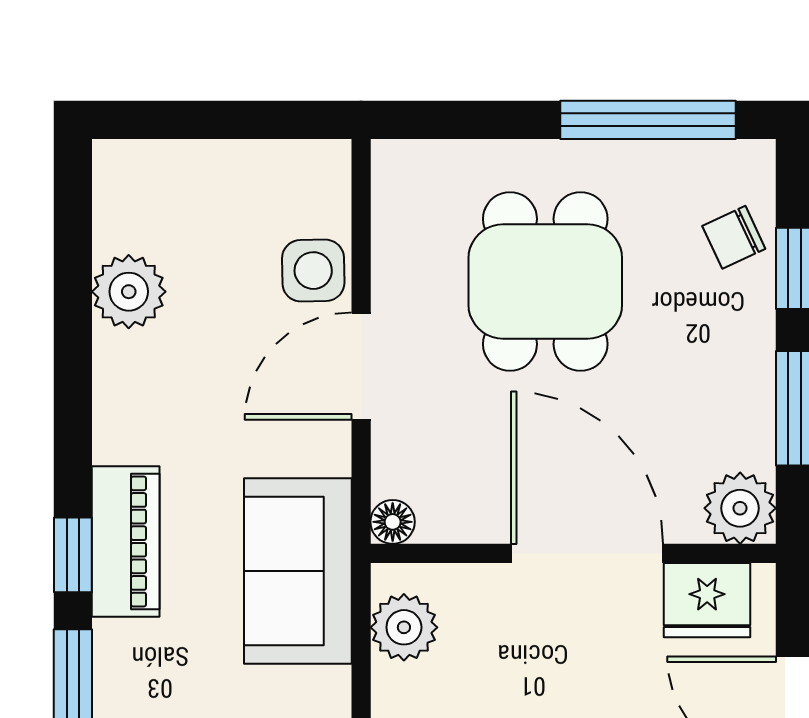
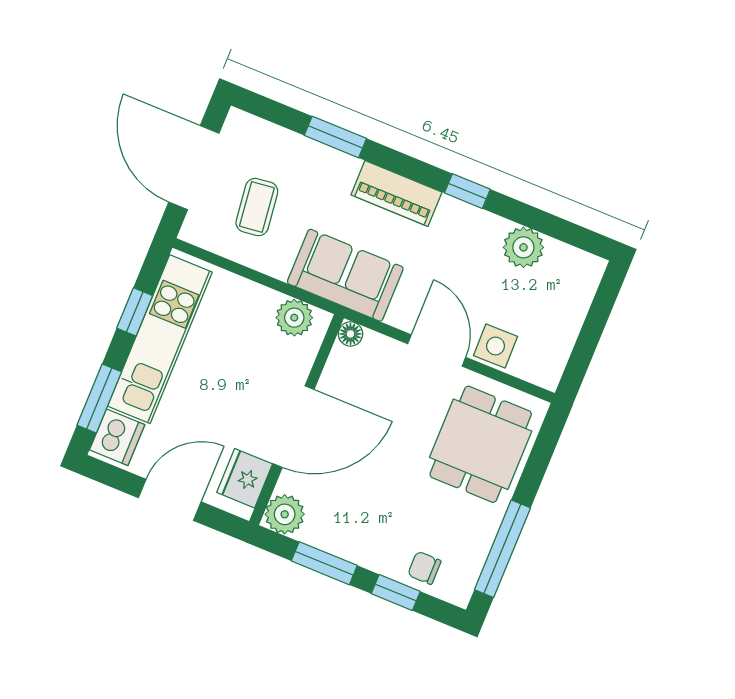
chair: (734, 237) -> (424, 568), turned -65
dining table: (545, 281) -> (481, 444), moved, turned 90
window: (73, 555) -> (467, 191), moved

